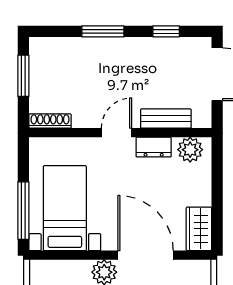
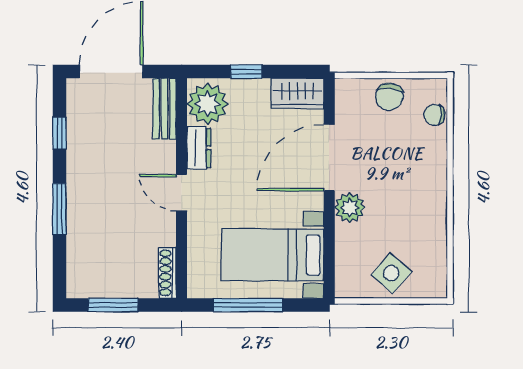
bench: (166, 119) -> (165, 109), moved
plant: (190, 150) -> (208, 104), width x1.36, depth x1.36
window: (217, 186) -> (246, 71), added
window: (23, 211) -> (248, 305), moved

